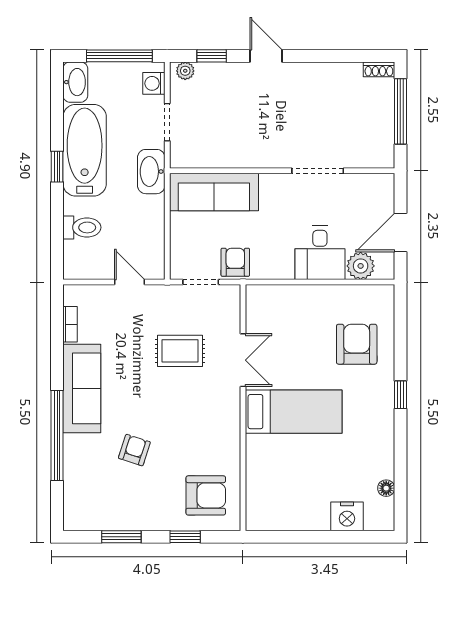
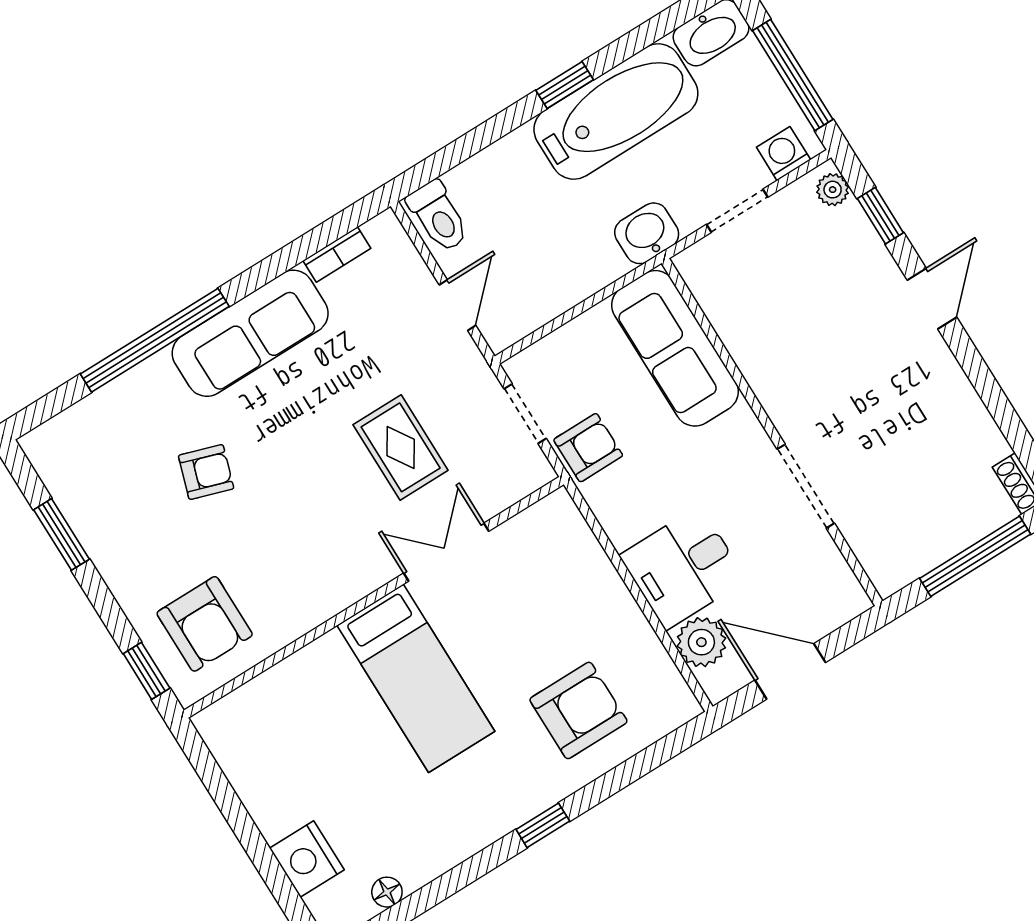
washbasin: (151, 172) -> (647, 233), width x0.72
toilet: (82, 227) -> (438, 216), moved
double door: (243, 360) -> (446, 552), swing flipped
window: (185, 537) -> (147, 671), moved

